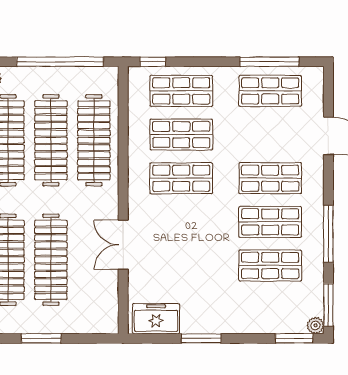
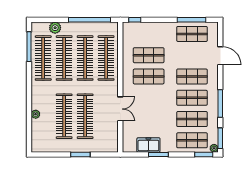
shop shelf: (181, 91) -> (192, 140), moved
double door: (123, 245) -> (120, 109), swing flipped
freezer: (156, 319) -> (148, 145), moved

